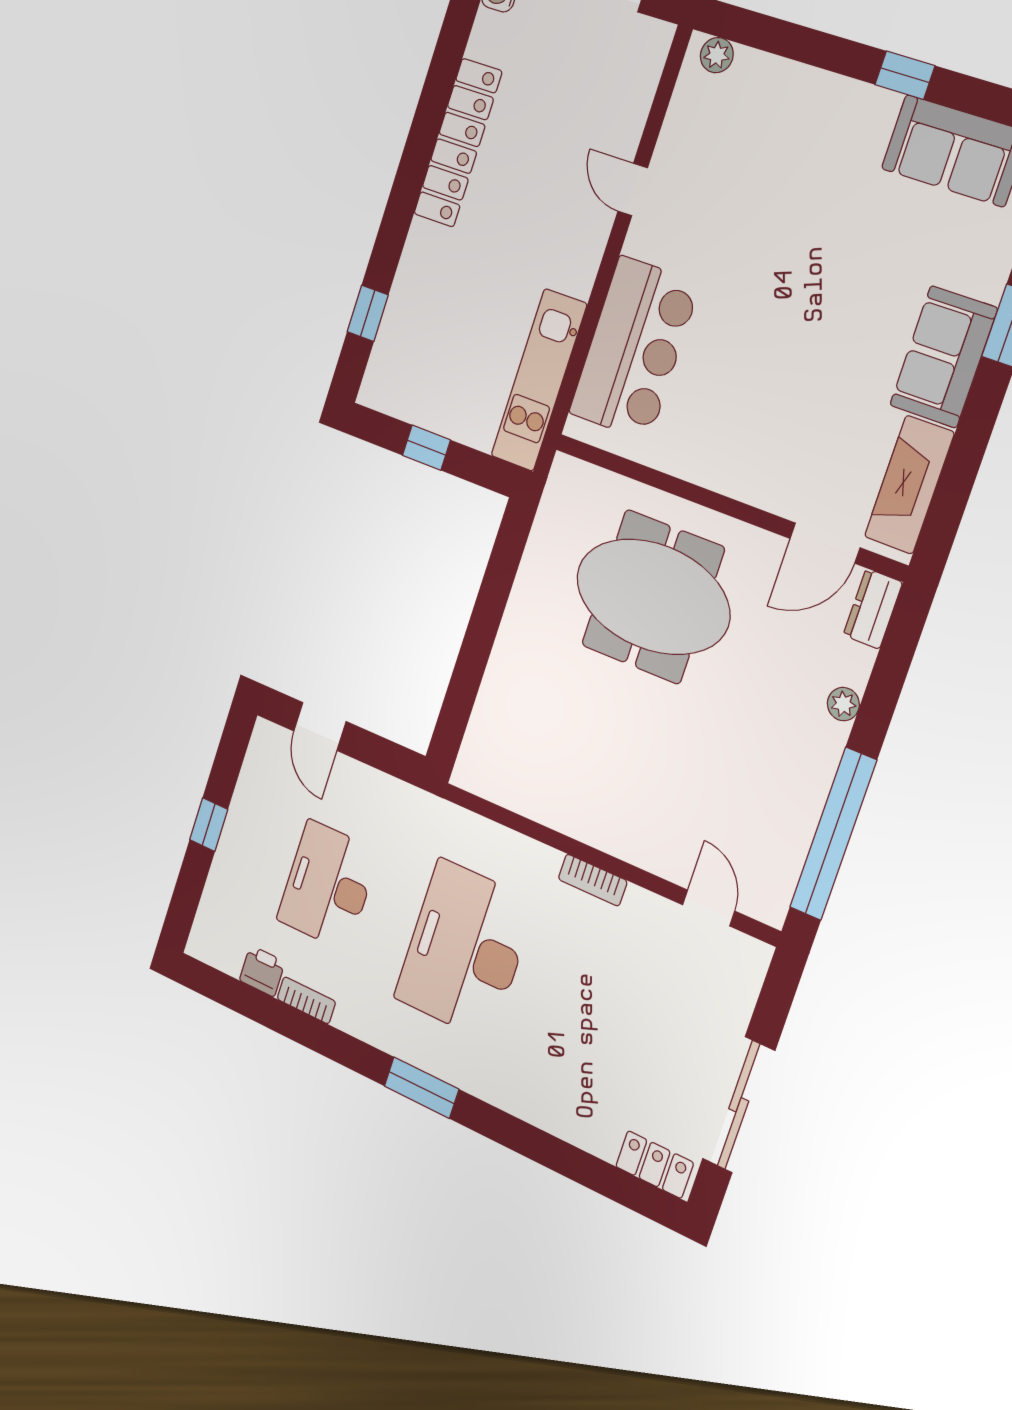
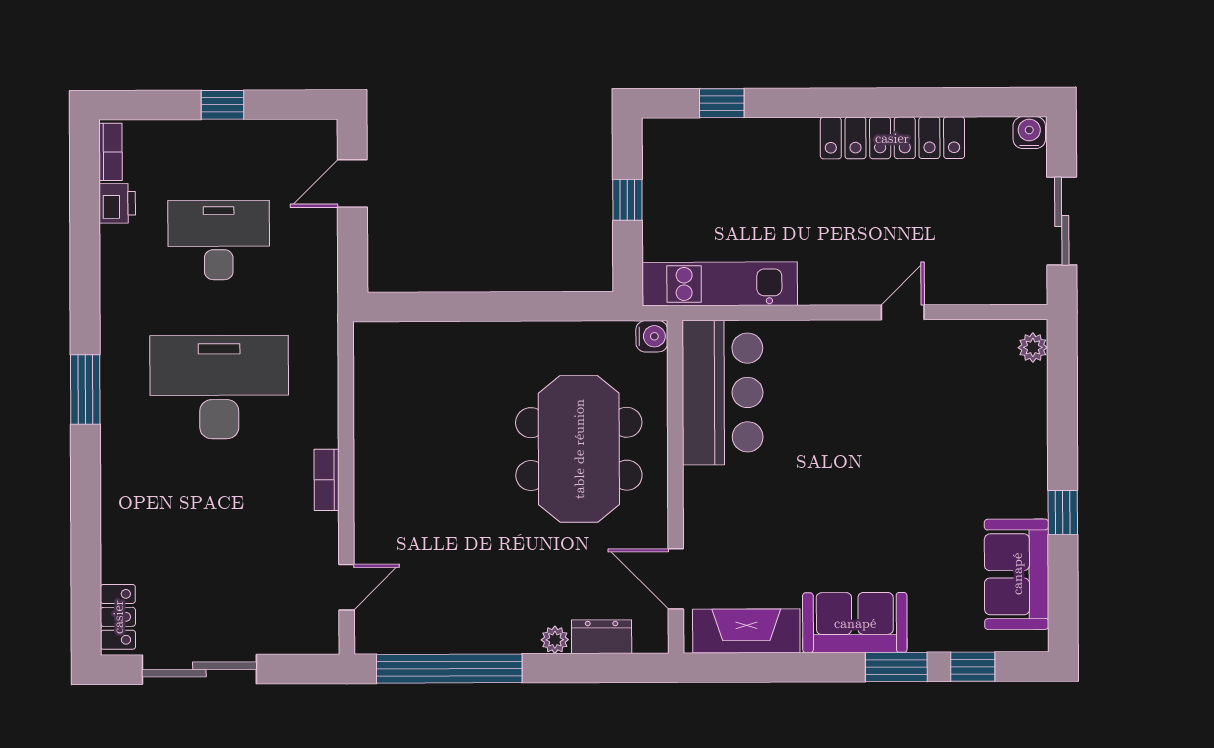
bar counter: (634, 348) -> (723, 393), moved, turned -90
water cooler: (566, 473) -> (652, 336), added
dresser: (873, 609) -> (602, 637), moved
bookcase: (306, 1000) -> (110, 152), moved

